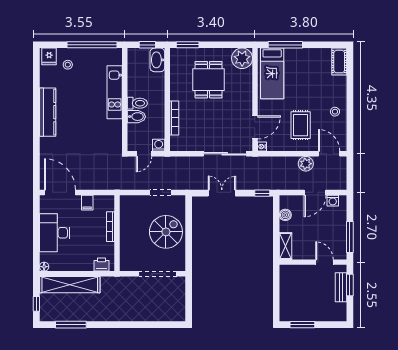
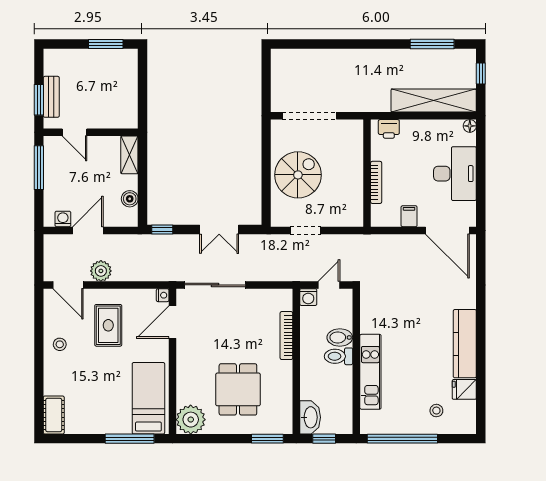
fridge: (49, 56) -> (464, 389), moved, turned -90
spiral stairs: (166, 232) -> (298, 175), turned 180

